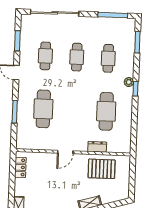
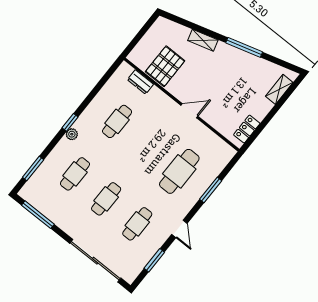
cafe table: (106, 111) -> (117, 121), width x0.73, depth x0.74
dresser: (97, 147) -> (140, 82), moved
pallet: (102, 169) -> (165, 66), turned 90

